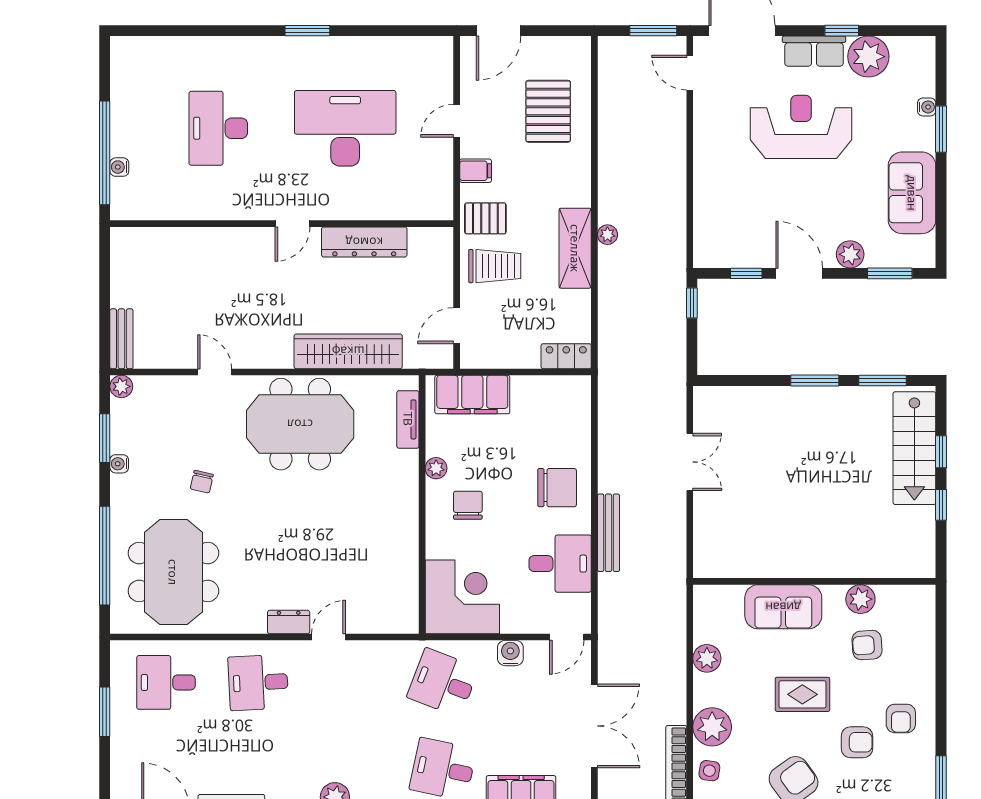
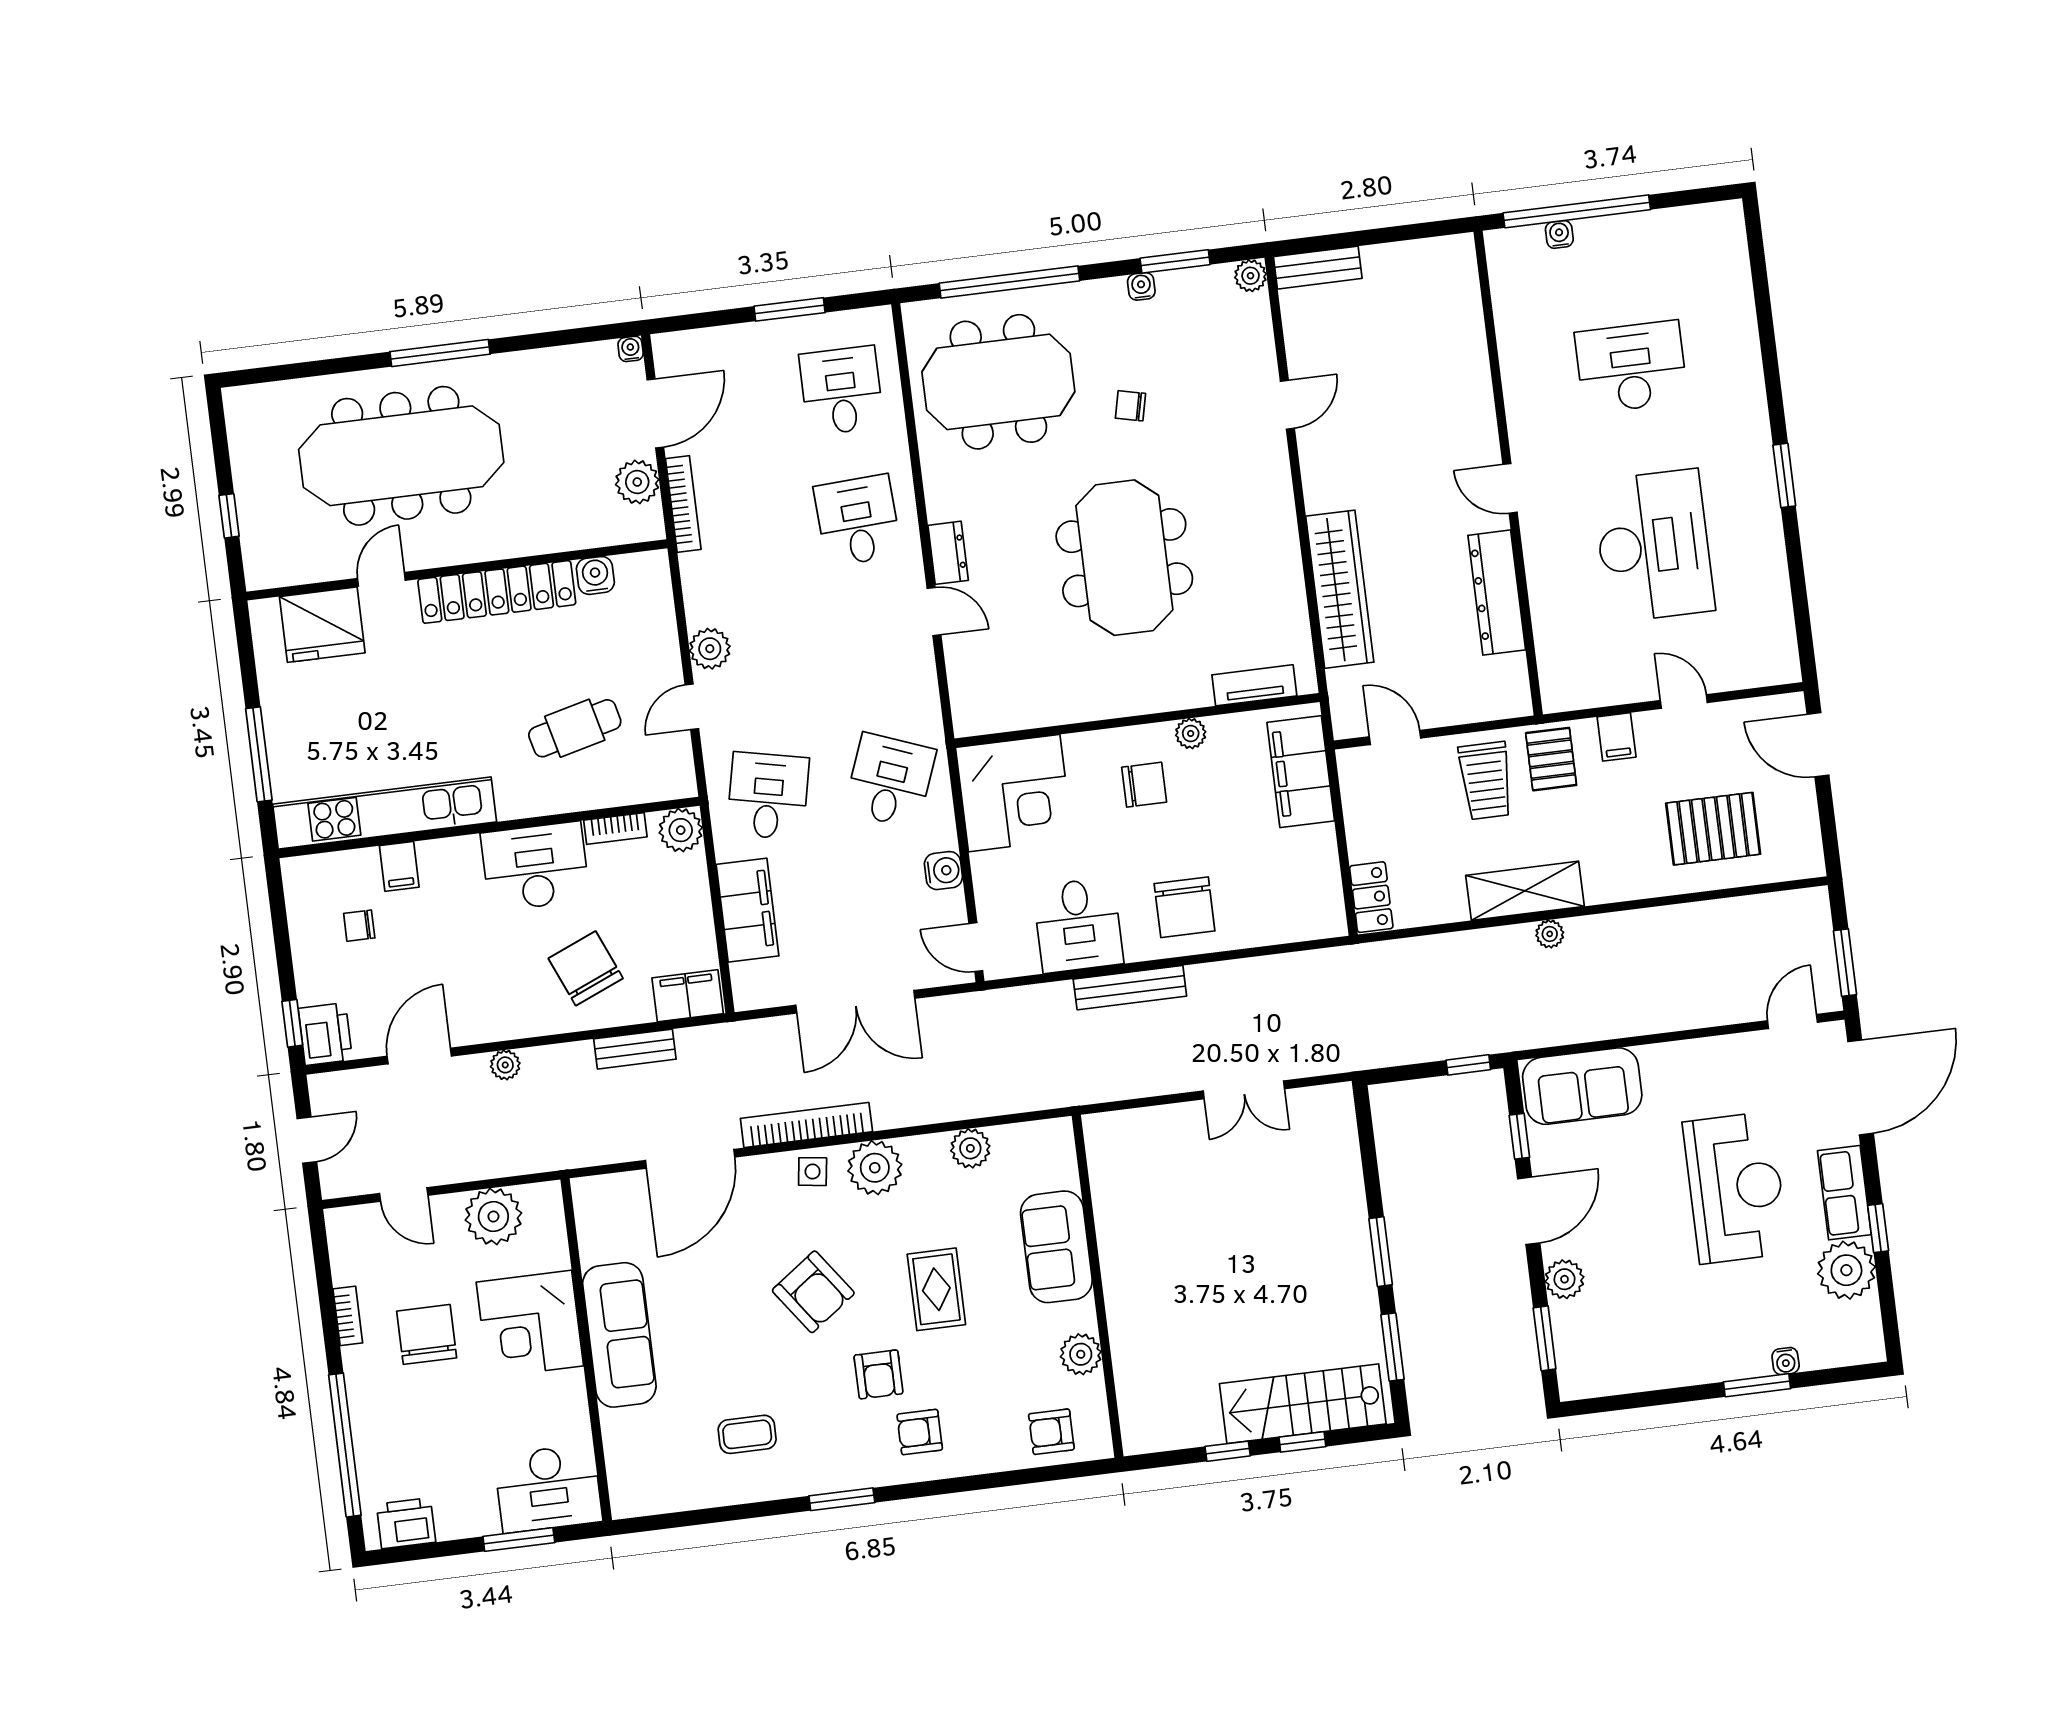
sofa: (912, 193) -> (1582, 1086), moved, turned 180
meeting table: (300, 424) -> (1124, 558), moved
armchair: (867, 645) -> (1051, 1432), moved, turned -86

